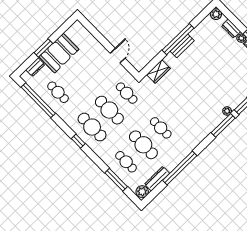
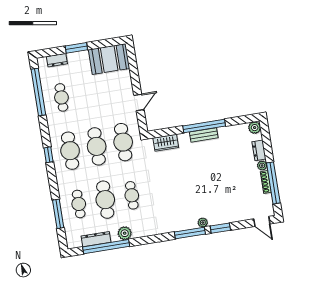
booth: (59, 53) -> (109, 59), moved
cafe table: (127, 93) -> (123, 142), width x1.37, depth x1.35
window: (180, 168) -> (106, 247), moved
plant: (142, 192) -> (125, 233), moved

